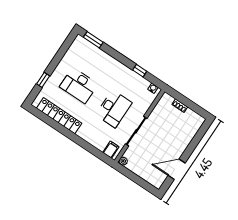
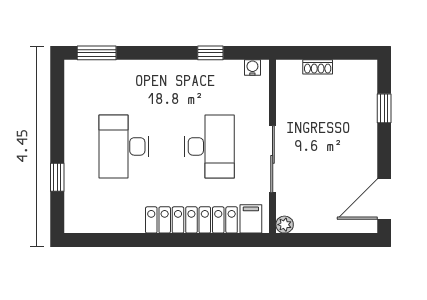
desk: (79, 85) -> (124, 146), turned 90
locker: (59, 116) -> (191, 220), moved
window: (196, 141) -> (384, 108), added
door: (177, 169) -> (384, 199), moved

